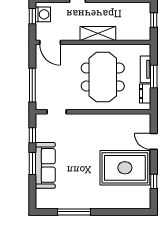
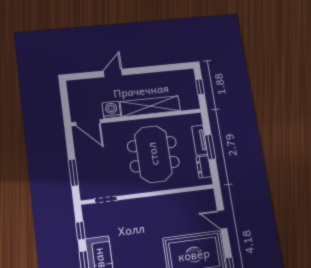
washing machine: (43, 14) -> (111, 110), moved, turned -90
window: (32, 16) -> (64, 96), removed
shelving: (98, 33) -> (150, 106), width x1.47
window: (32, 85) -> (73, 173), width x0.69

